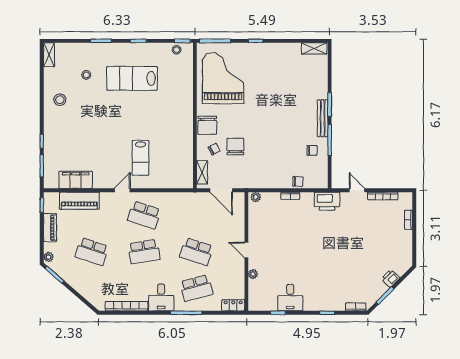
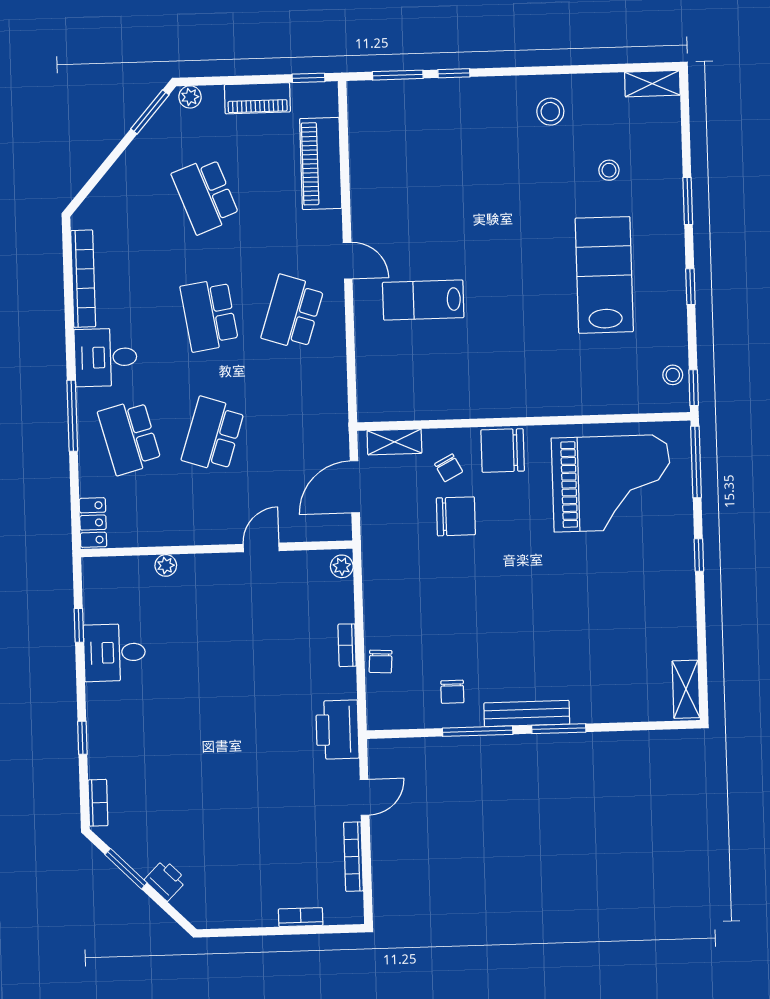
filing cabinet: (76, 180) -> (368, 153), removed
door: (246, 250) -> (261, 547), moved
school desk: (92, 252) -> (206, 195), turned -39

